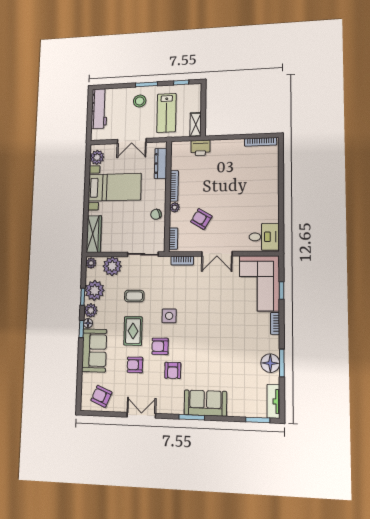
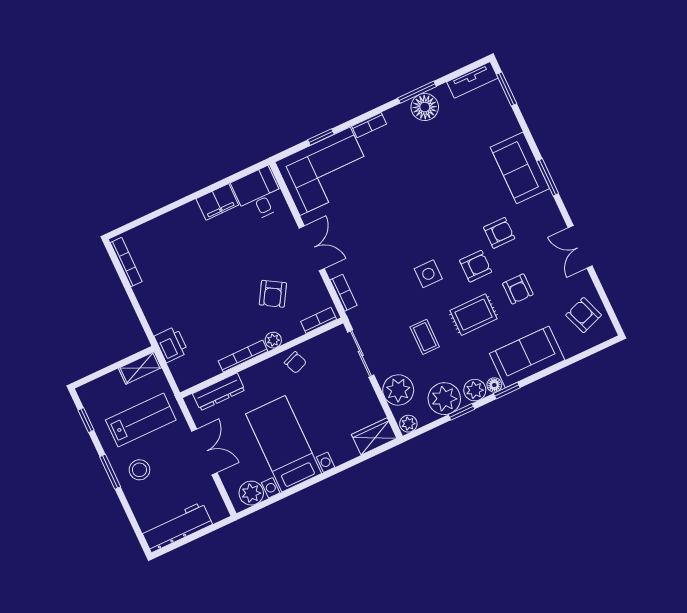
filing cabinet: (271, 210) -> (217, 202), added
wardrobe: (94, 234) -> (374, 436), width x0.67
armchair: (160, 346) -> (476, 266), turned -90
armchair: (101, 396) -> (584, 315), turned 137

